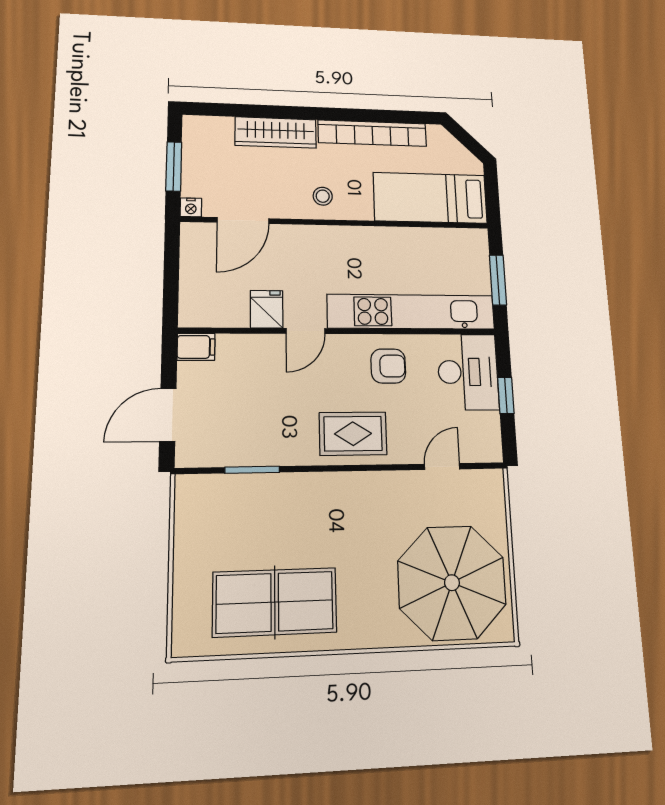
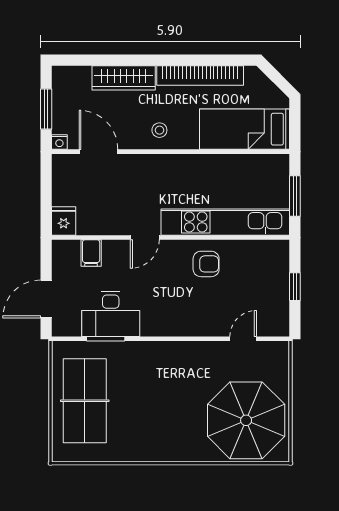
door: (243, 221) -> (98, 152), swing flipped
fridge: (267, 309) -> (64, 221), moved
filing cabinet: (196, 347) -> (91, 253), moved, turned 90
desk: (468, 372) -> (111, 314), moved, turned 90
rug: (353, 434) -> (178, 314), removed
table tennis table: (275, 602) -> (85, 401), moved, turned 90

